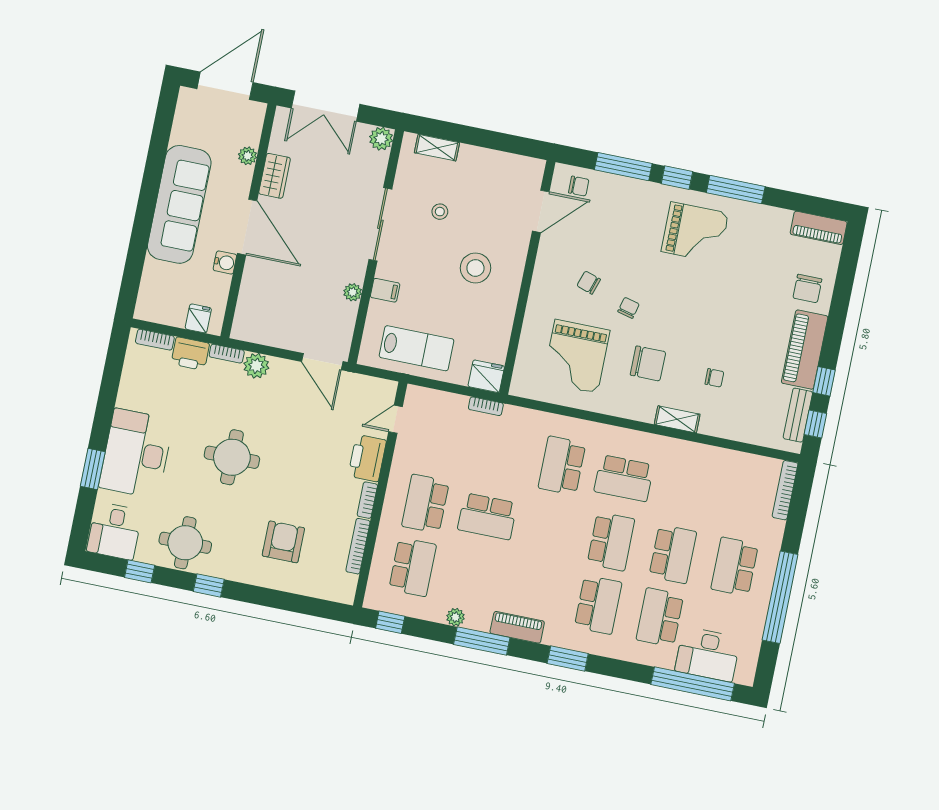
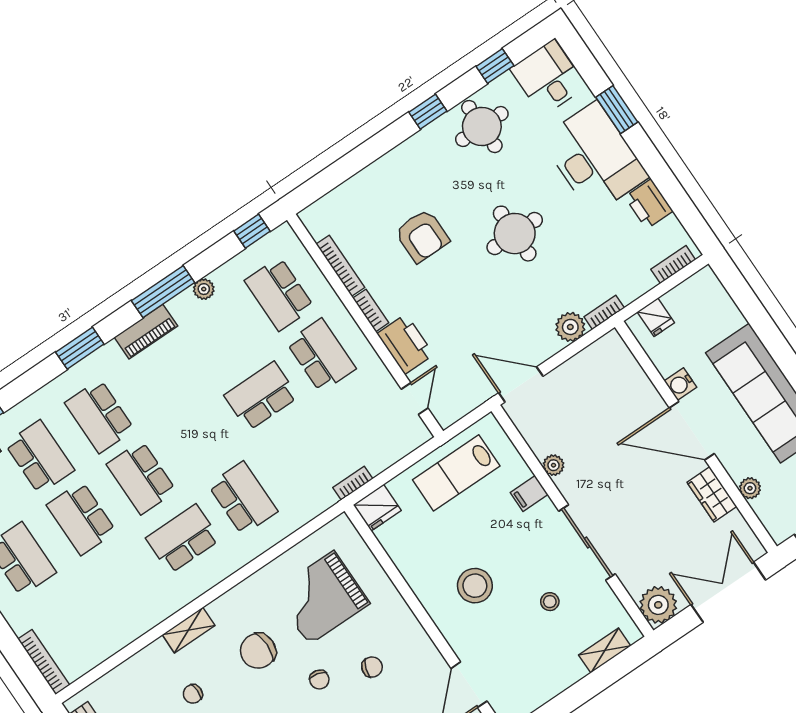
plant: (381, 139) -> (658, 605), width x1.36, depth x1.36
printer: (190, 354) -> (649, 204), moved, turned -90
grand piano: (576, 356) -> (321, 598), turned -90
armchair: (283, 542) -> (422, 236), moved

